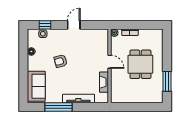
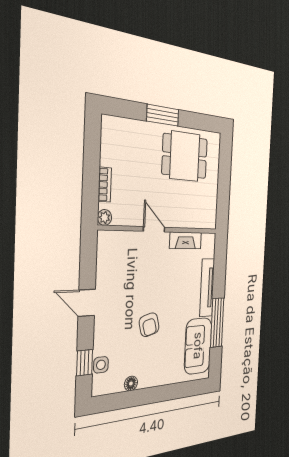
door: (110, 62) -> (154, 229), hinge flipped
dining table: (140, 64) -> (185, 156), moved
window: (167, 81) -> (163, 115), moved
sofa: (36, 86) -> (198, 346), moved, turned -90

